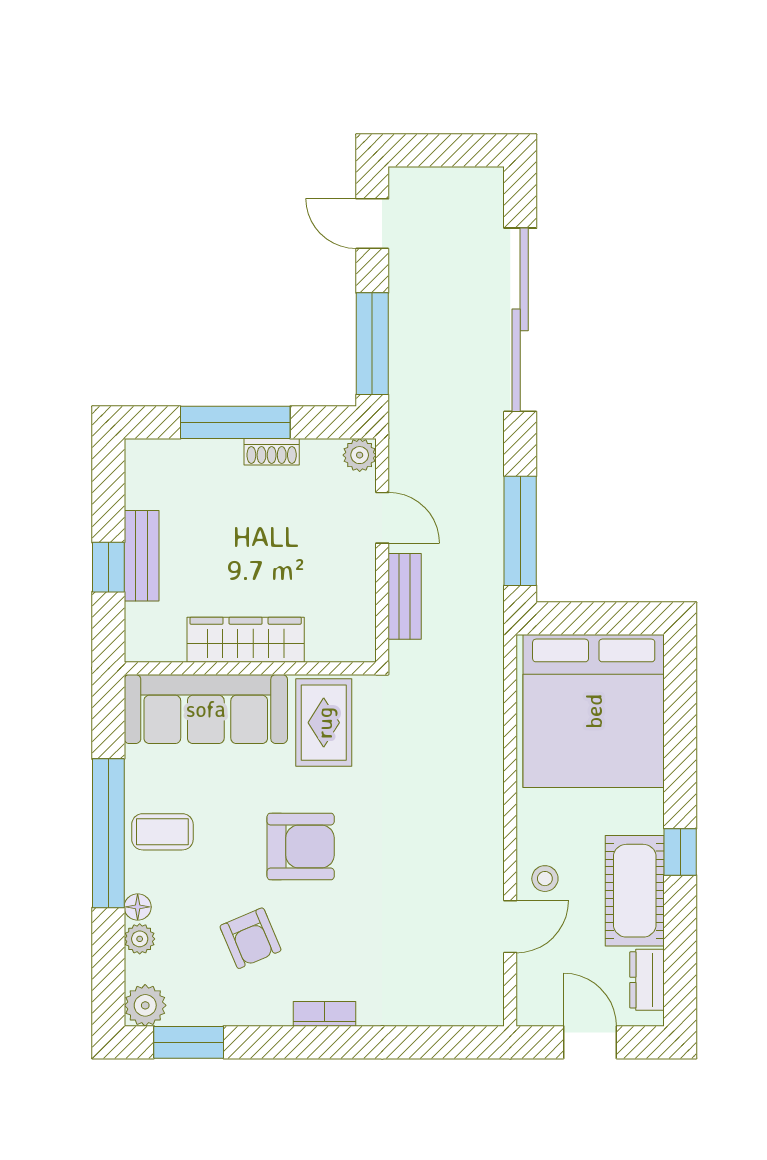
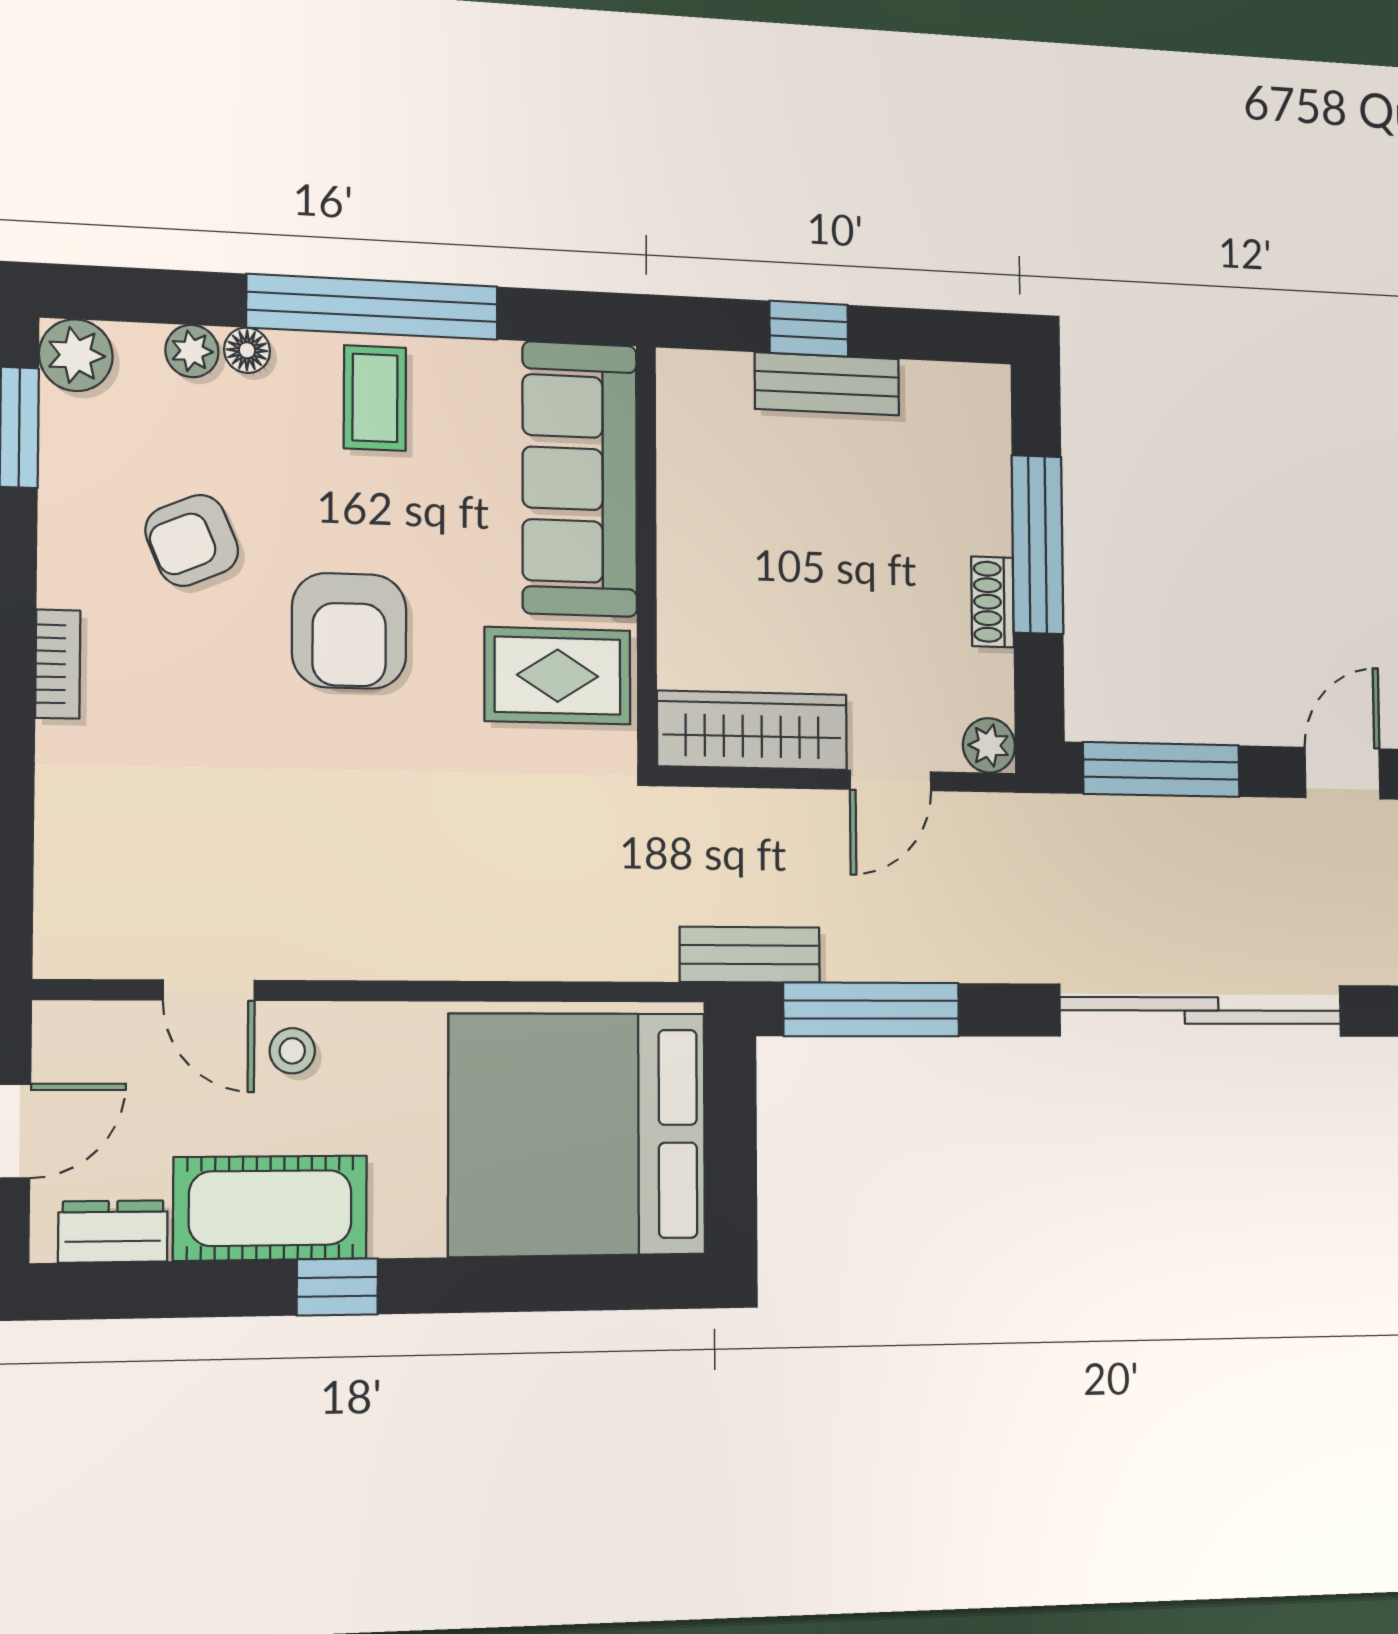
bench: (405, 596) -> (750, 955), moved
wardrobe: (246, 640) -> (752, 730), moved, turned -90

